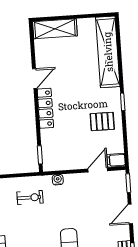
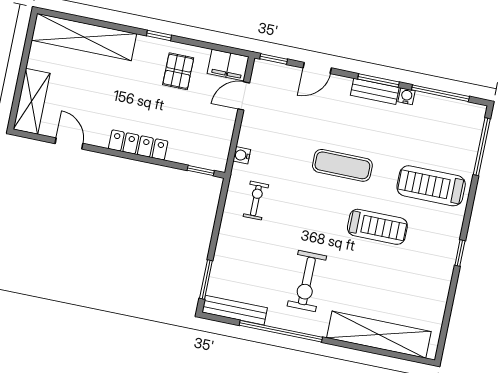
door: (35, 78) -> (69, 144), moved
filing cabinet: (116, 160) -> (228, 65), width x2.00
door: (98, 170) -> (244, 96), hinge flipped
door: (130, 214) -> (317, 68), hinge flipped

